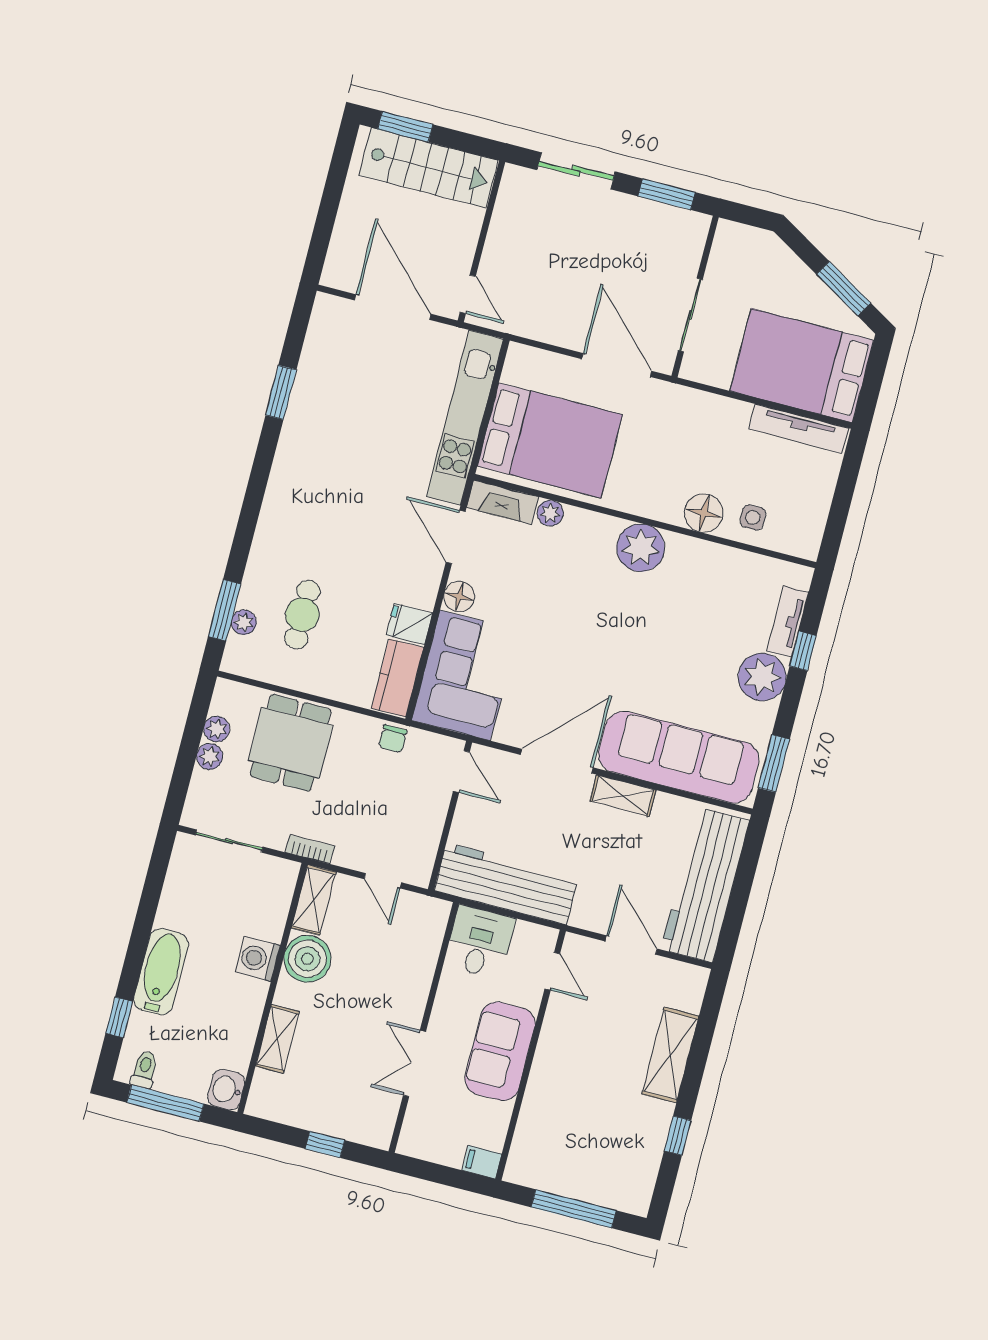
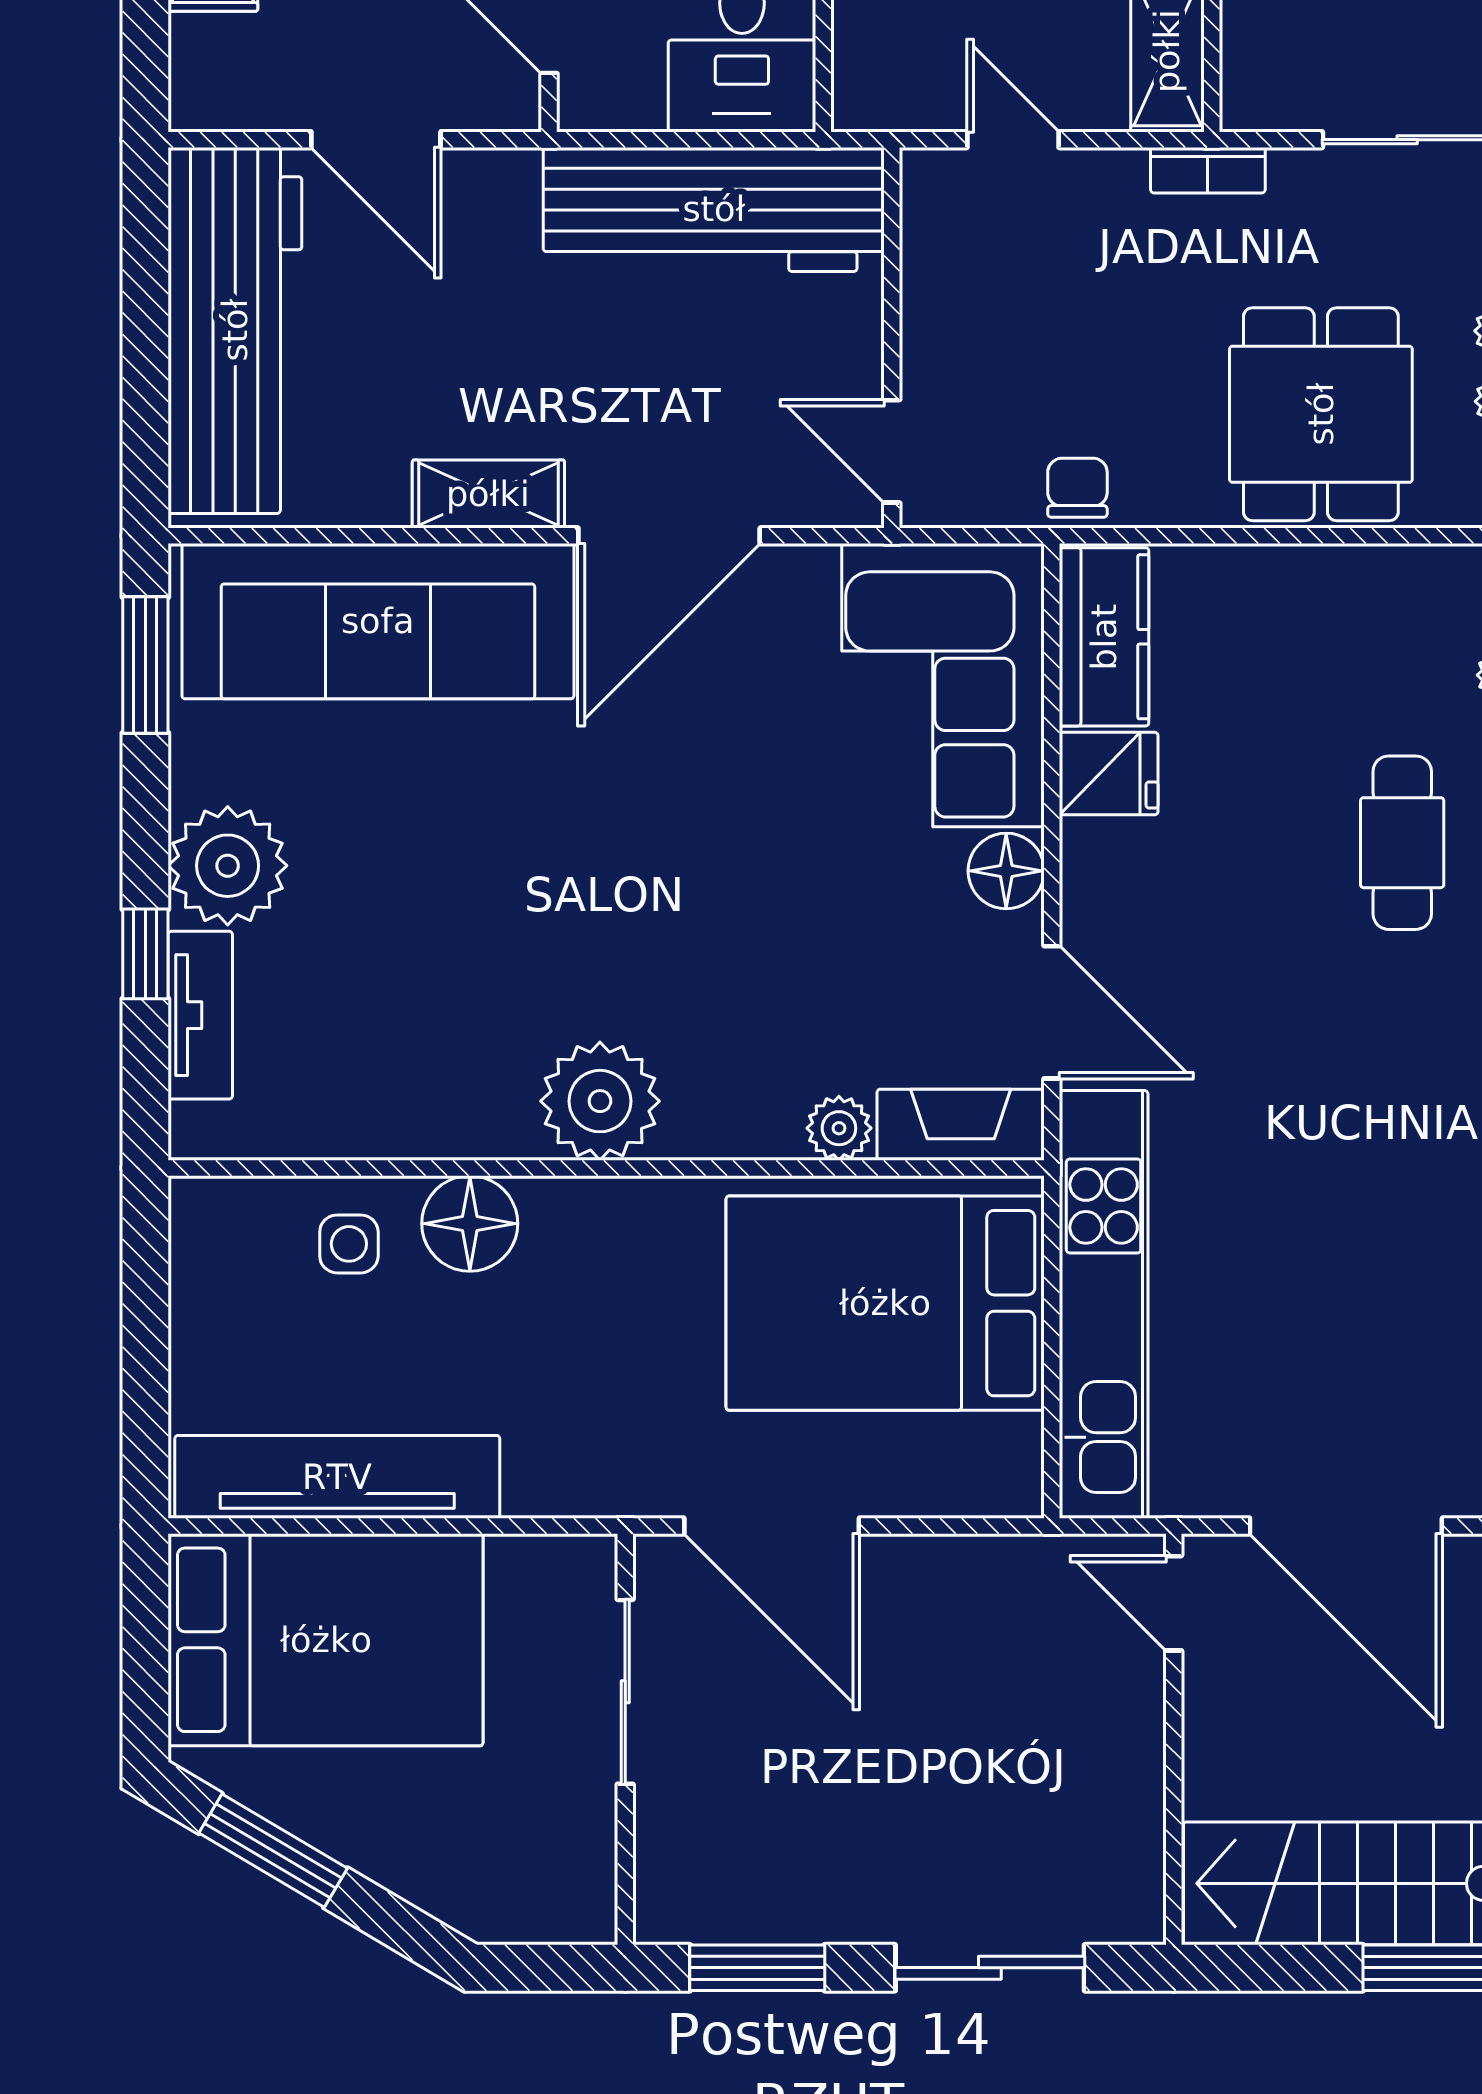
tv unit: (799, 429) -> (337, 1477), width x1.36, depth x1.29
cafe table: (302, 615) -> (1402, 843), moved

